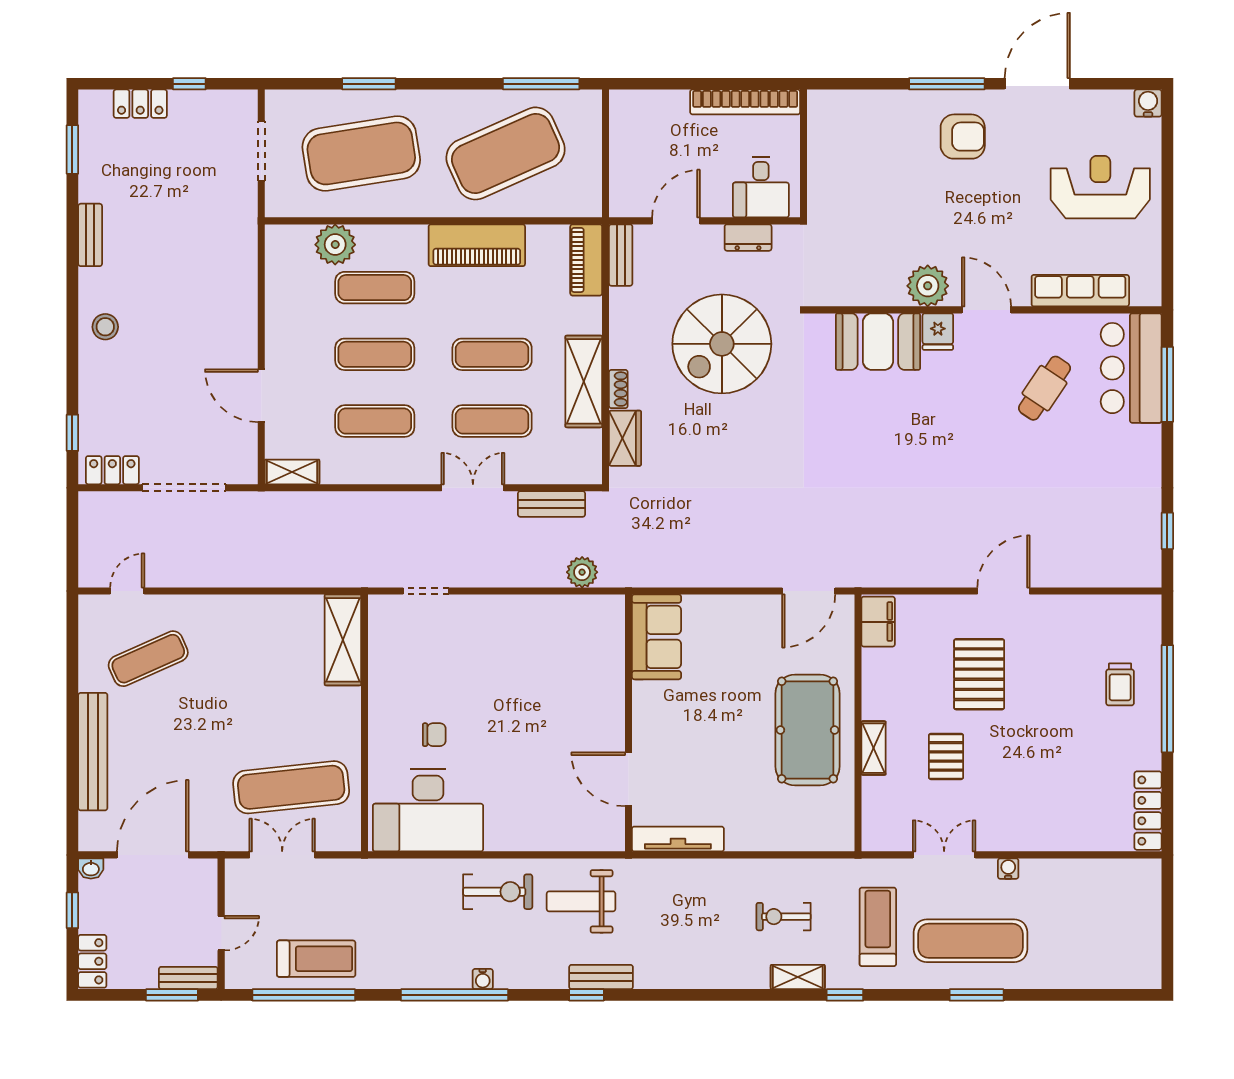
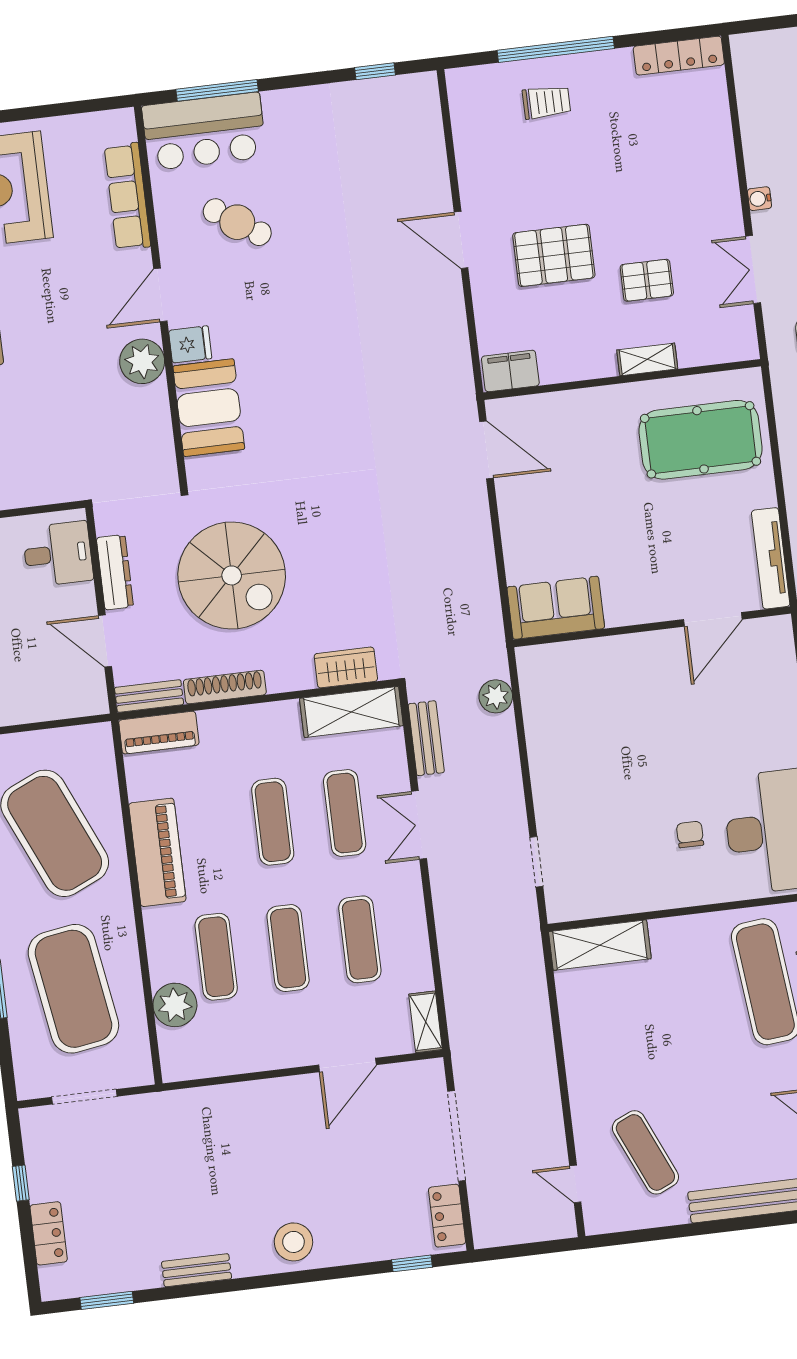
dresser: (748, 238) -> (115, 572), width x1.44
stool: (105, 327) -> (293, 1242), width x1.38, depth x1.38
shelving: (584, 381) -> (351, 712), moved
shoe rack: (618, 389) -> (225, 687), moved, width x1.94, depth x1.24
pool table: (808, 730) -> (701, 440), moved

